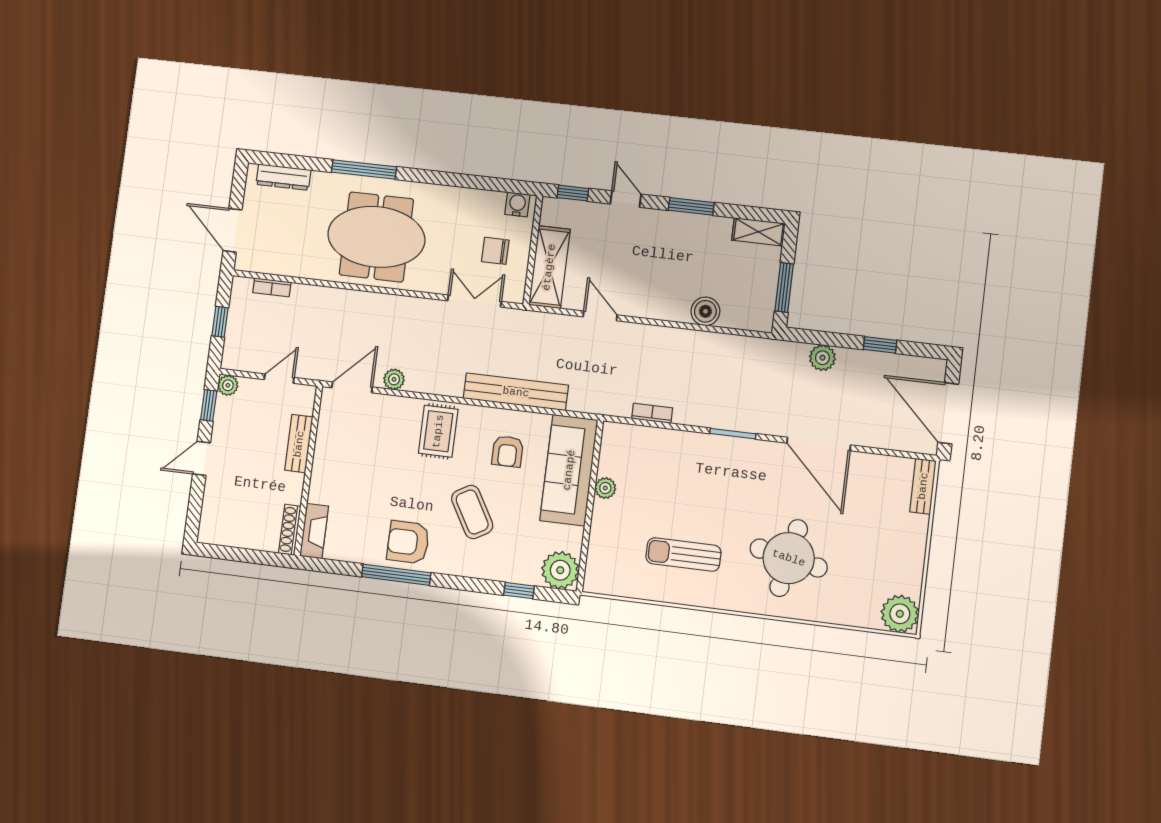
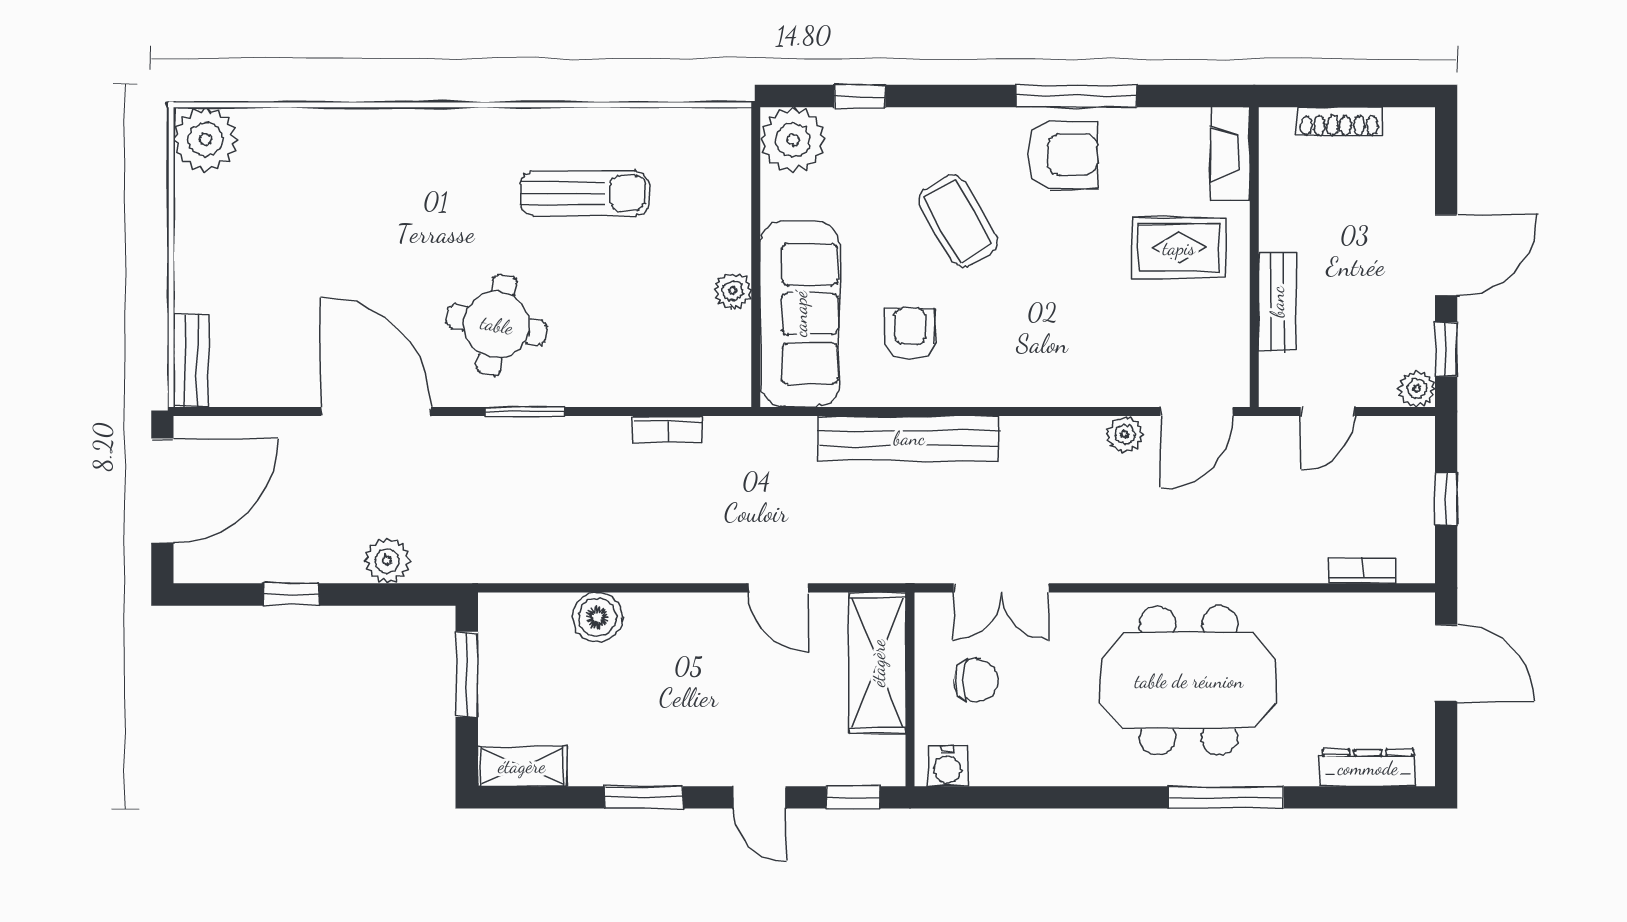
door: (948, 413) -> (162, 491), hinge flipped
rug: (438, 431) -> (1179, 248), moved, turned 90
door: (201, 458) -> (1446, 255), width x1.37
shoe rack: (290, 530) -> (1339, 122), moved, turned 90
round table: (789, 558) -> (497, 325), moved, width x0.73, depth x0.73

